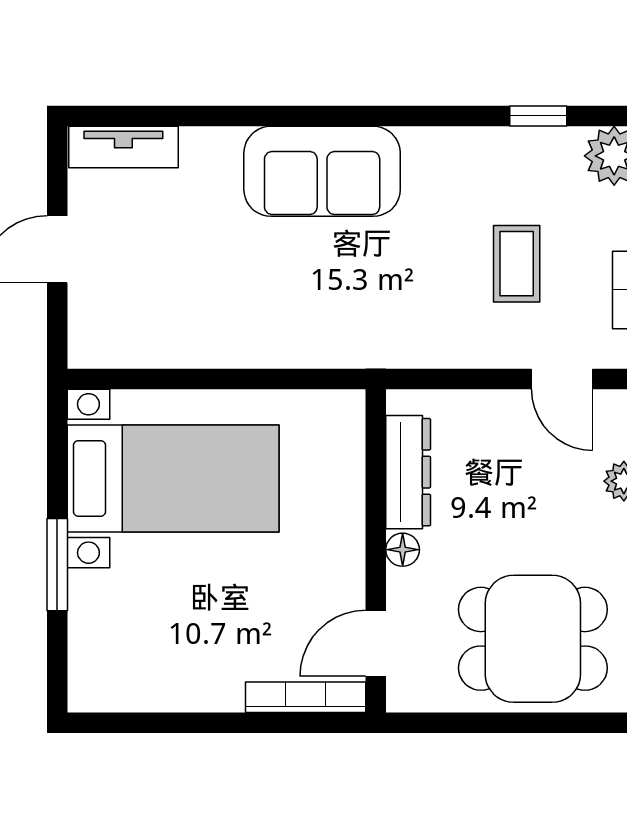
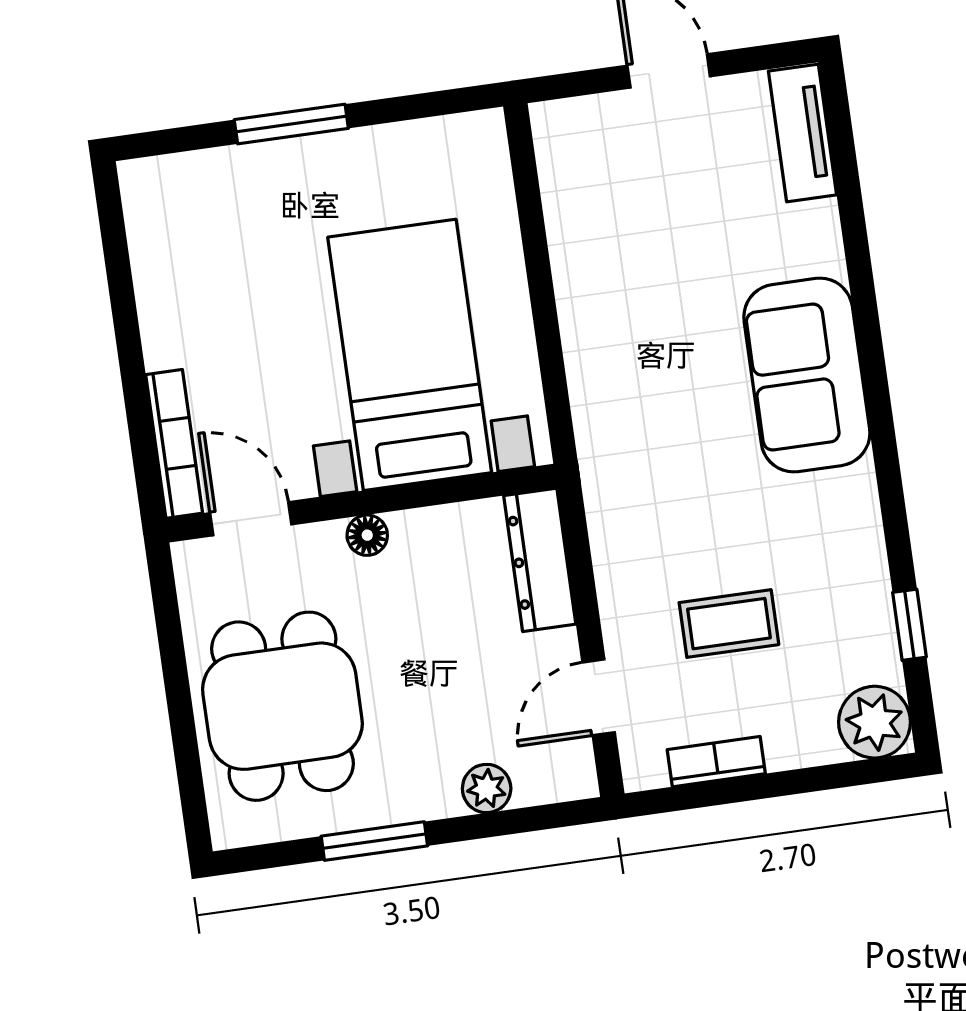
dresser: (408, 472) -> (540, 560), moved, turned 90
bed with nightstands: (173, 478) -> (410, 355), moved, turned 180

